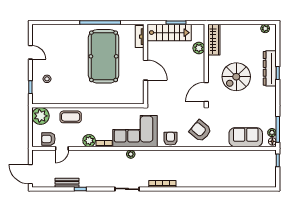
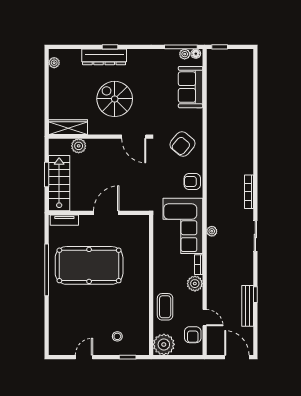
spiral stairs: (236, 77) -> (115, 99), turned 180
door: (30, 174) -> (237, 357), swing flipped
bench: (67, 183) -> (248, 306), width x1.36

